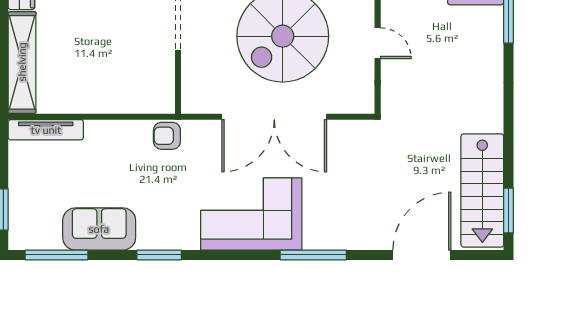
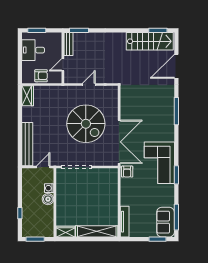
double door: (274, 117) -> (119, 142), moved
corner sofa: (251, 214) -> (159, 163), moved
sofa: (99, 229) -> (166, 222), moved
door: (422, 255) -> (176, 66), hinge flipped

